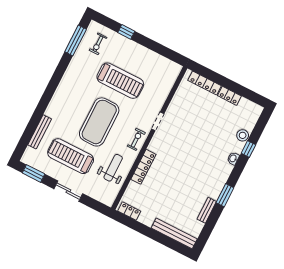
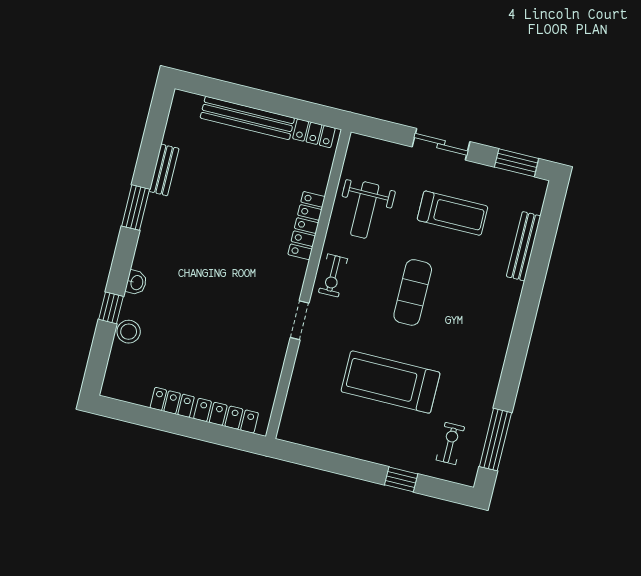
exercise mat: (99, 122) -> (413, 292), width x0.50, depth x0.69
treadmill: (71, 156) -> (453, 213), width x0.73, depth x0.73
bench: (174, 233) -> (247, 118), moved

